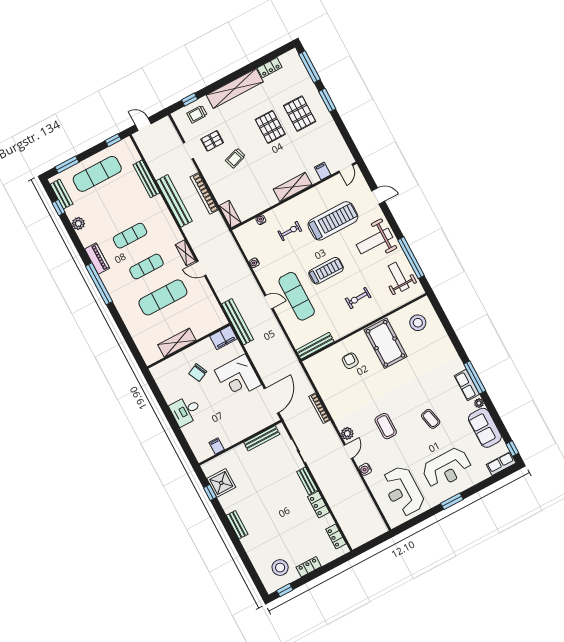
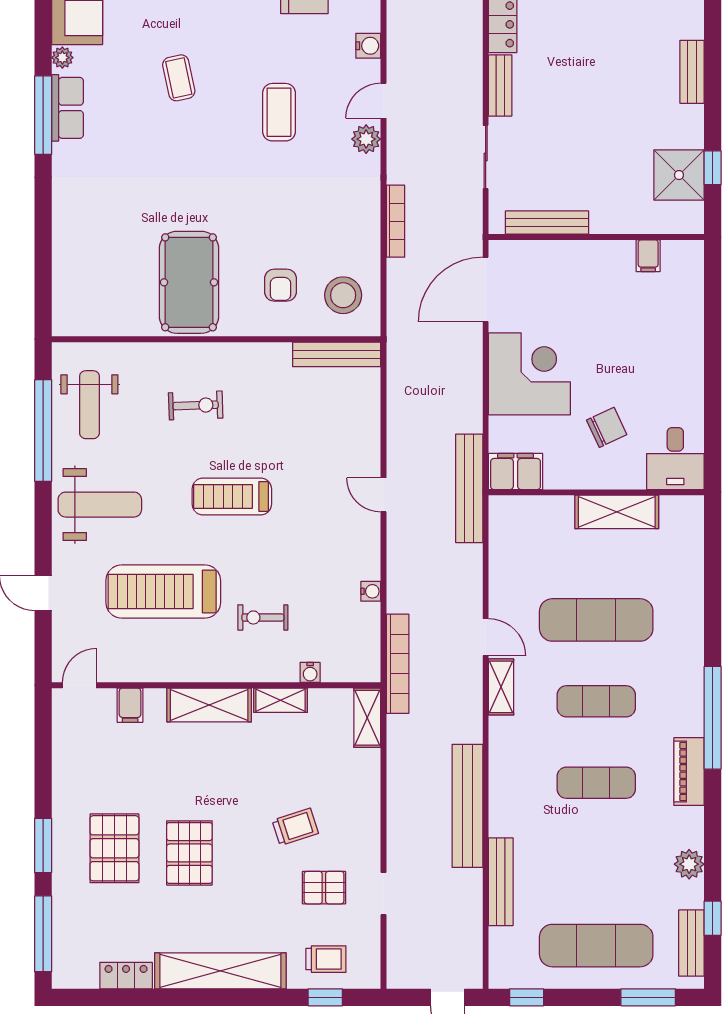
bookcase: (204, 193) -> (398, 664), moved
shelving: (266, 203) -> (281, 700), added
exercise mat: (297, 296) -> (320, 476), removed
stool: (418, 323) -> (343, 295), moved
desk: (186, 411) -> (675, 459), moved, turned 90

